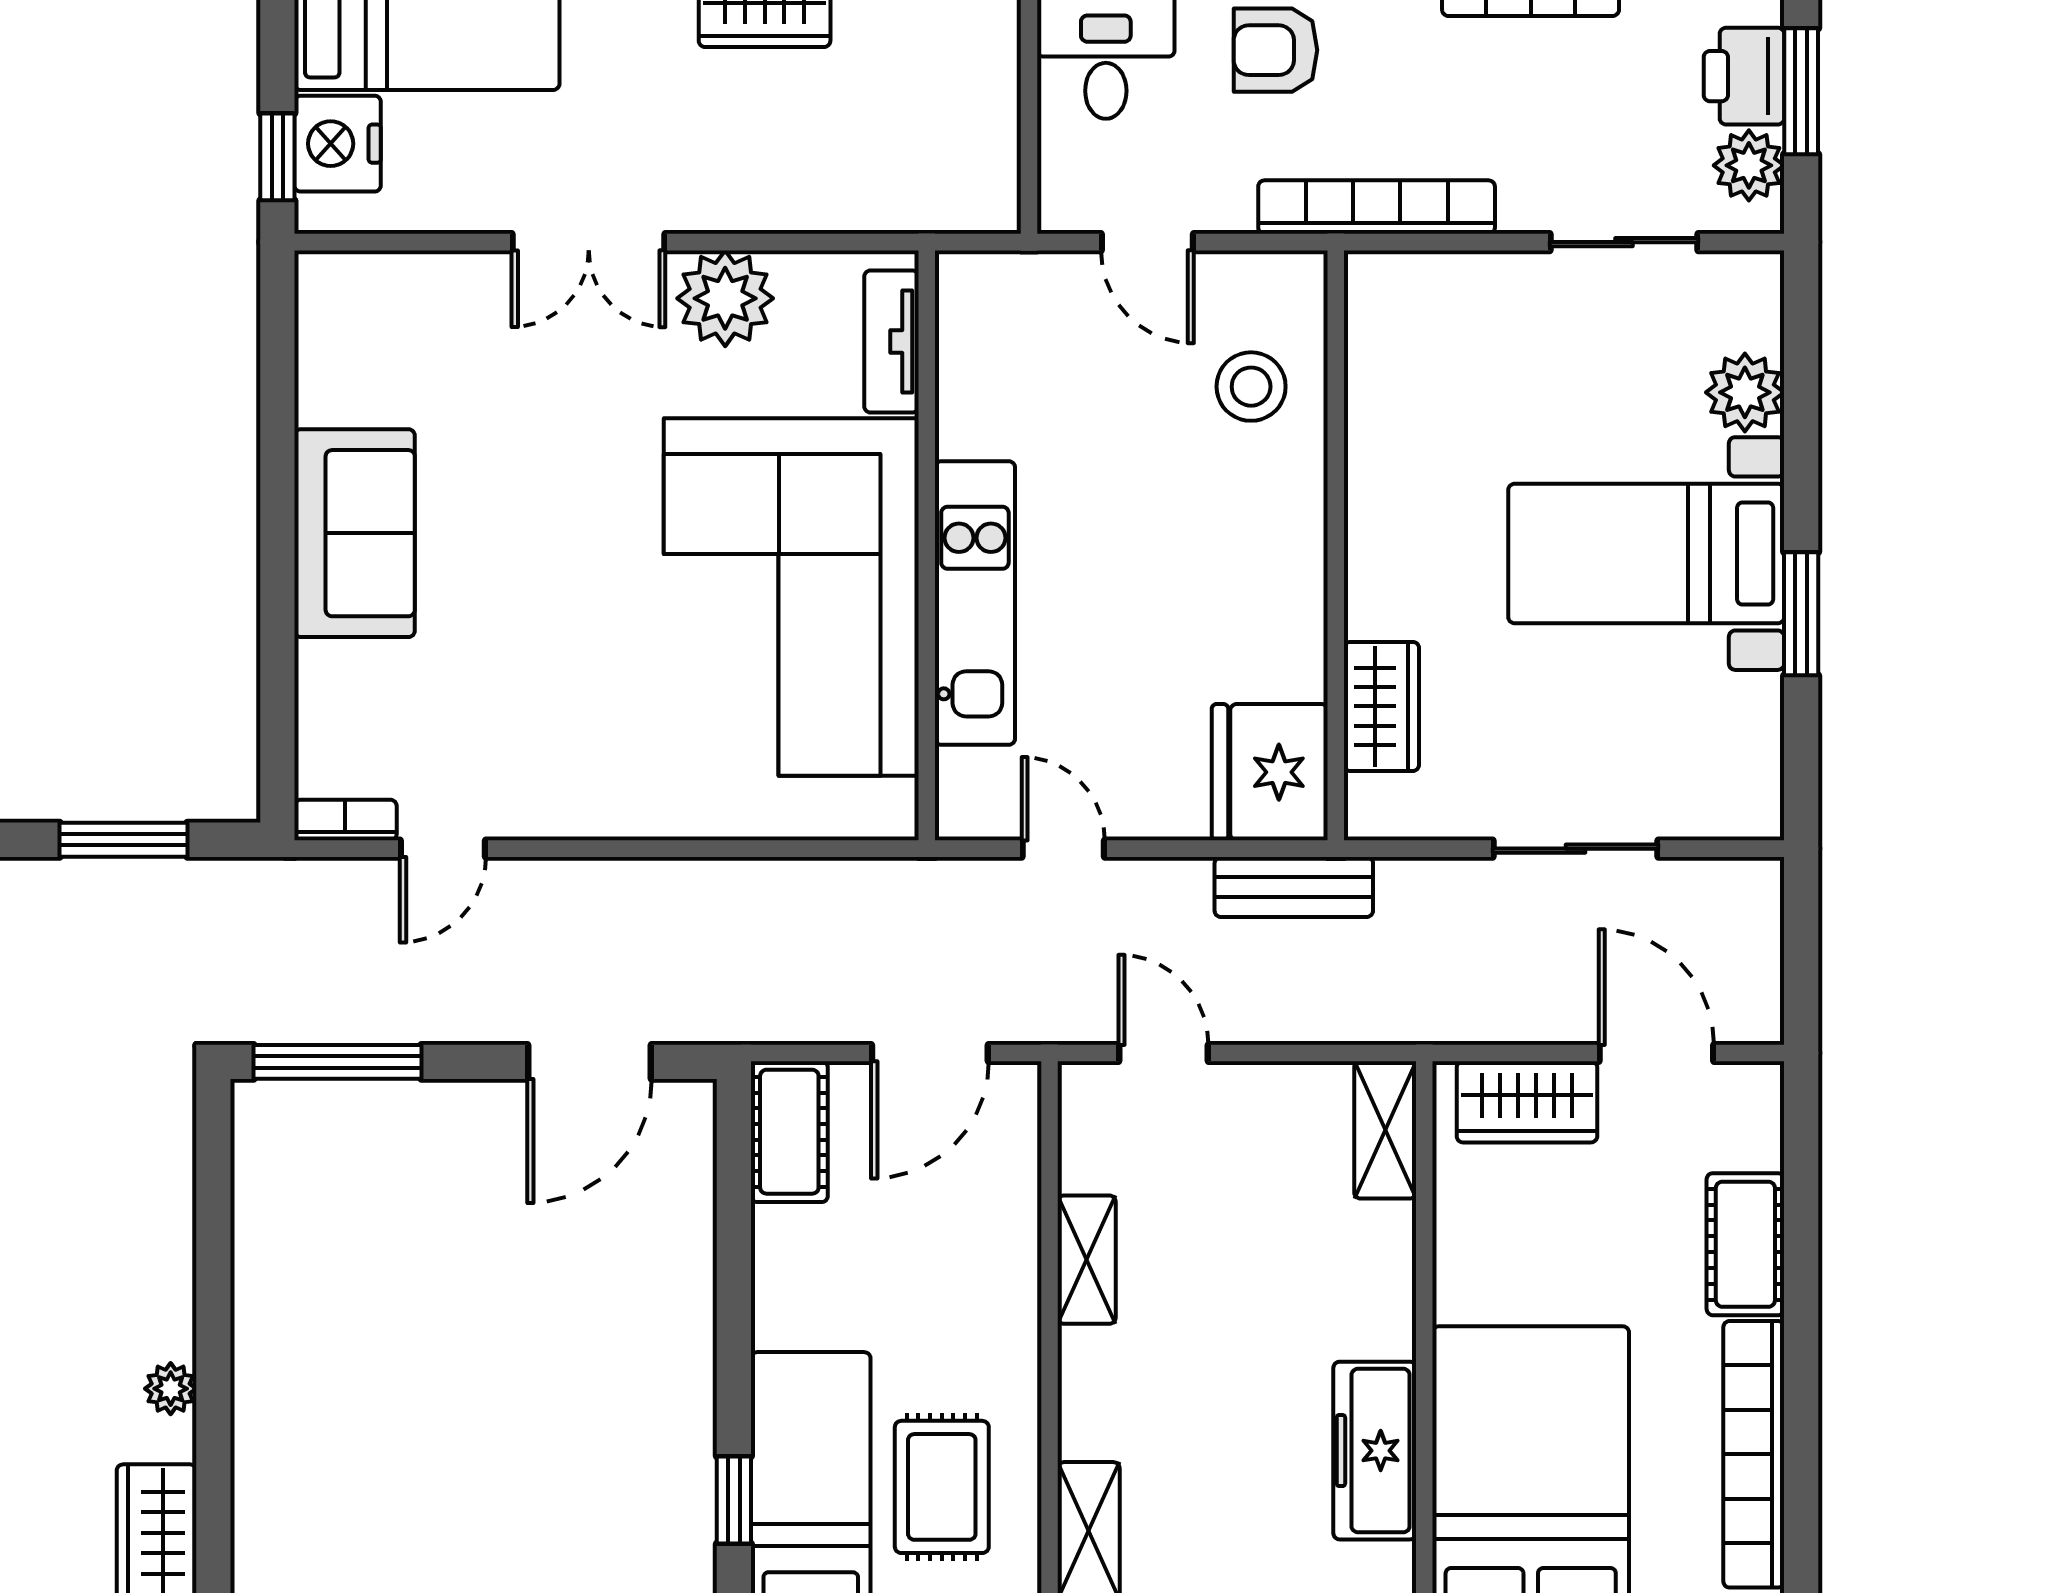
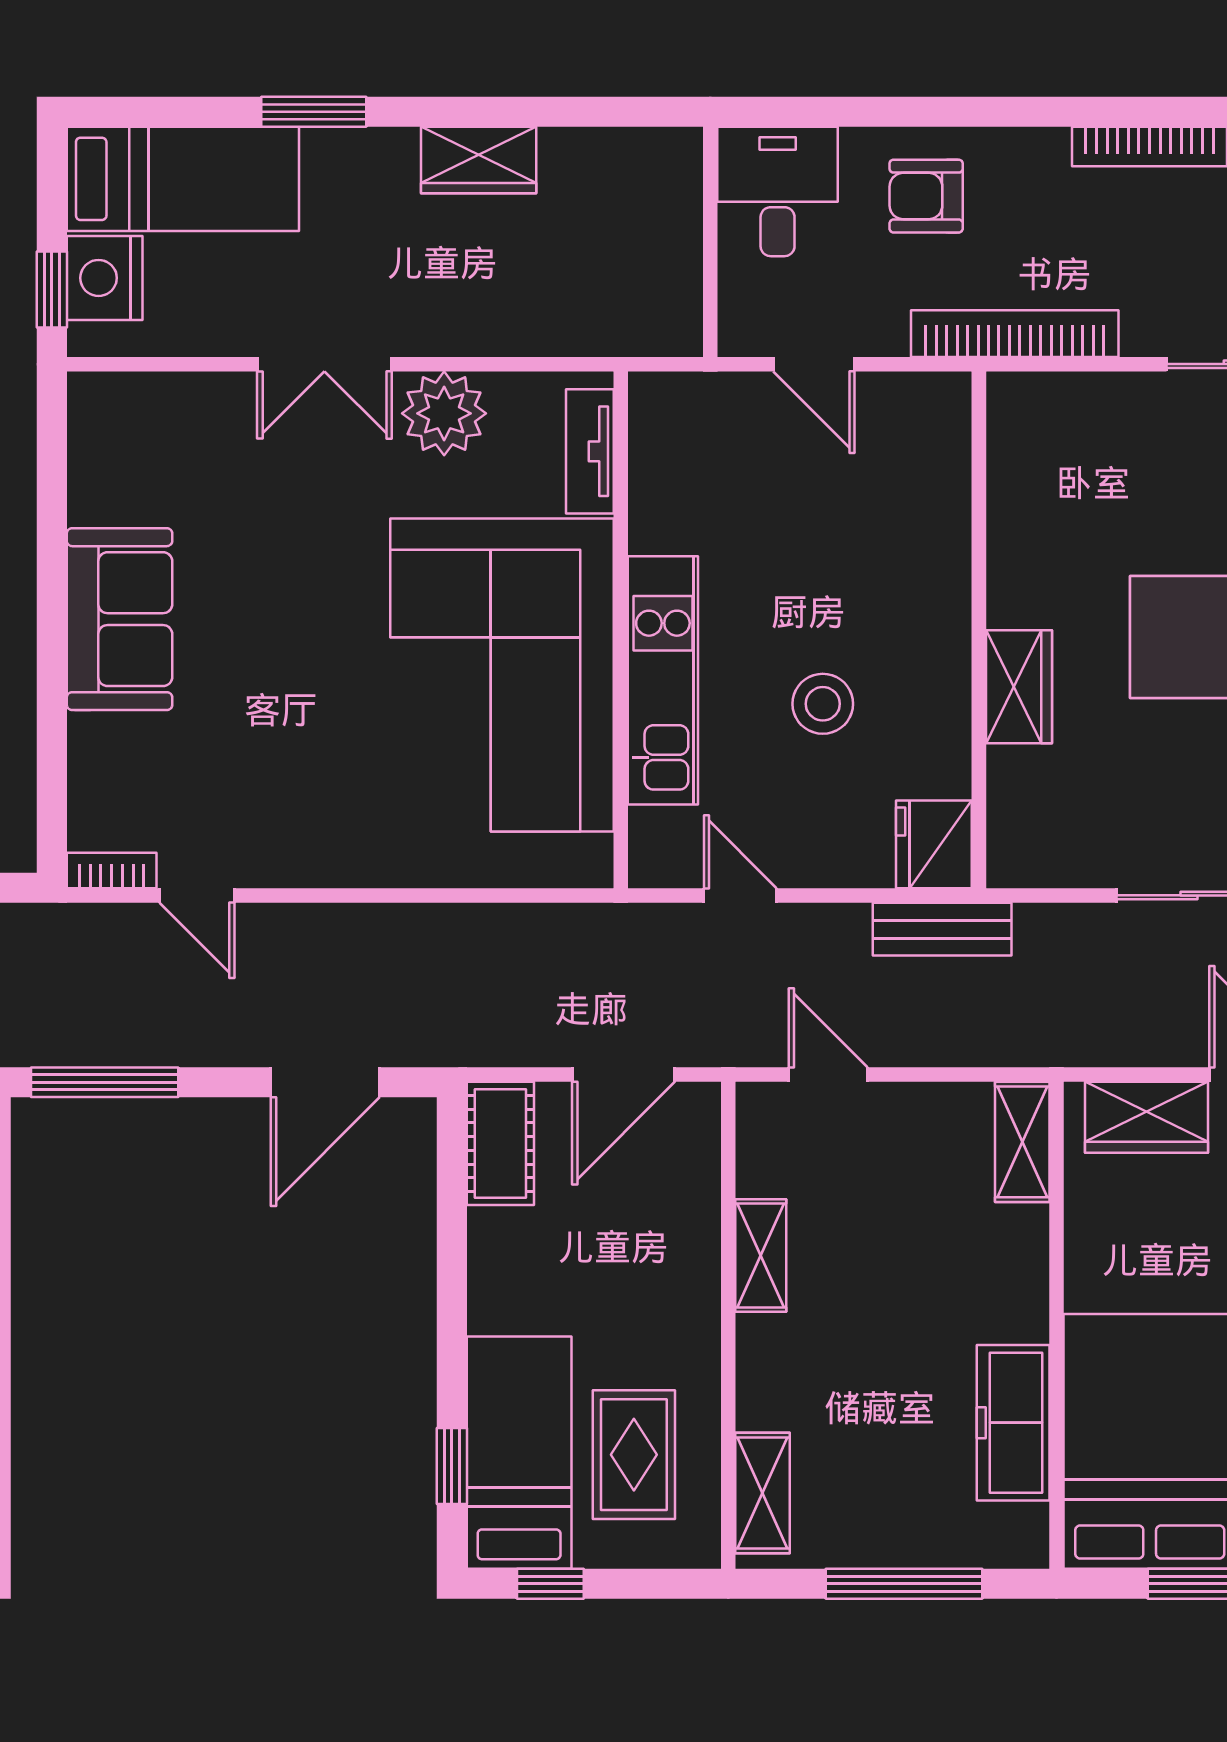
stool: (1251, 387) -> (823, 704), moved
wardrobe: (1381, 706) -> (1019, 687), moved
fridge: (1270, 772) -> (934, 844), width x0.73, depth x0.75
door: (443, 849) -> (197, 895), hinge flipped

